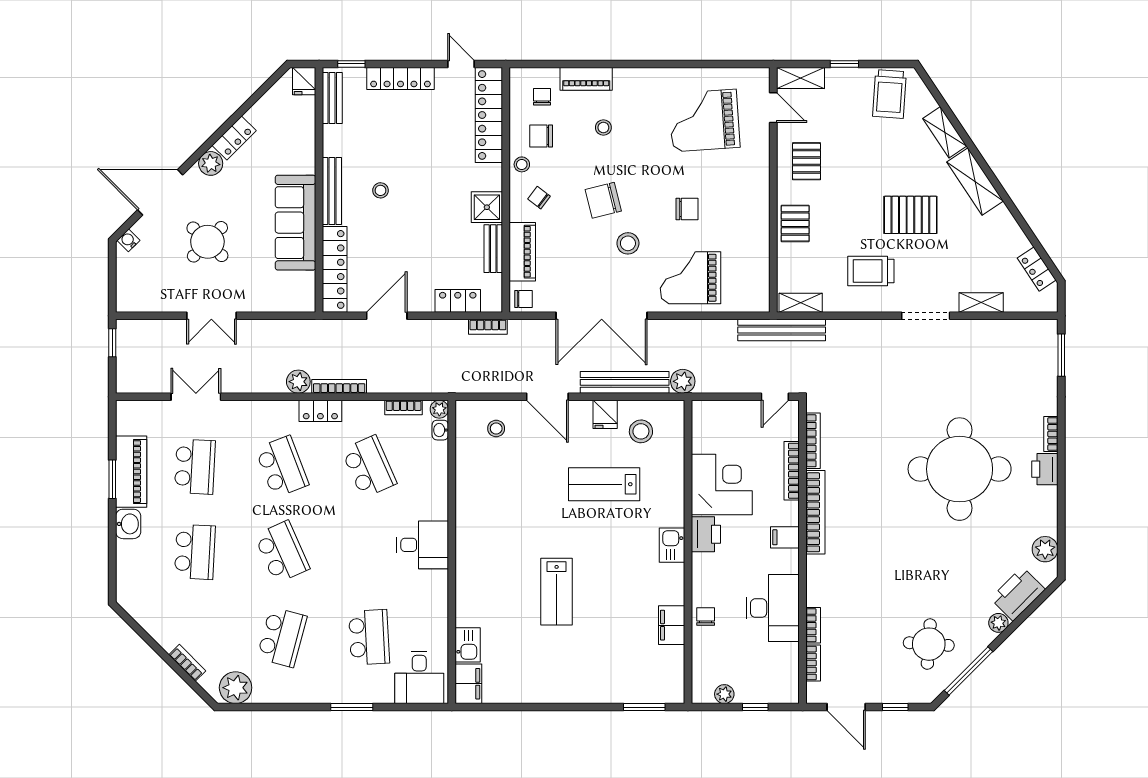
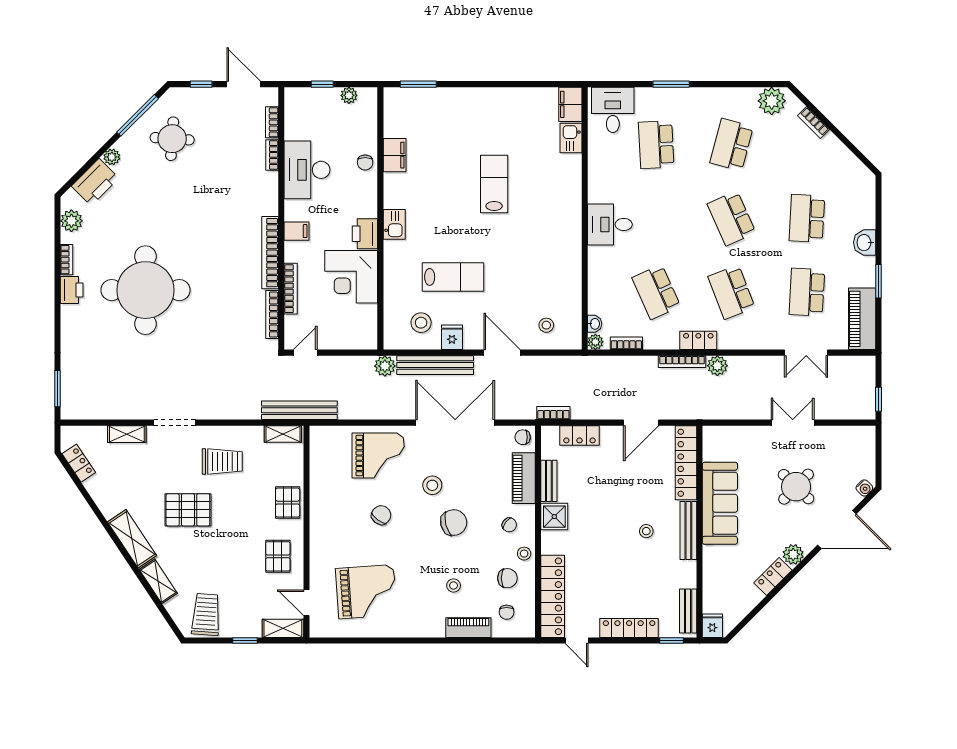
chair: (687, 209) -> (381, 515), turned 127
bookcase: (1051, 434) -> (66, 260), moved
piano: (131, 472) -> (862, 319), moved

